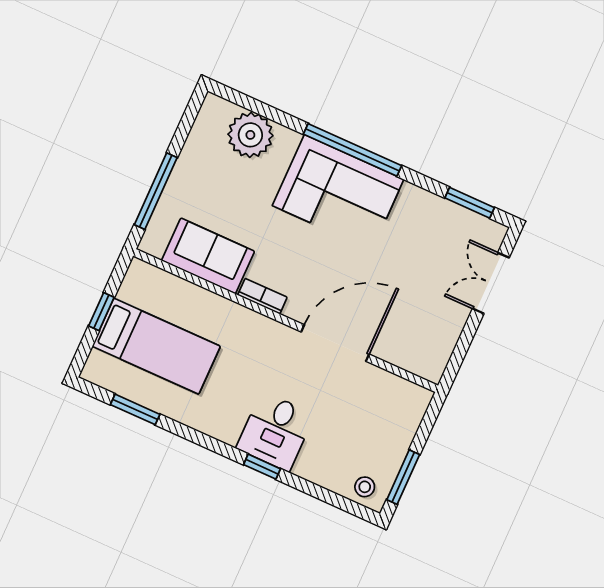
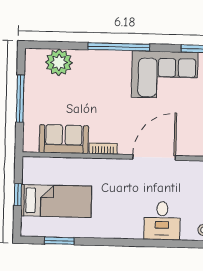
window: (156, 191) -> (20, 99), moved
corner sofa: (338, 192) -> (165, 75), moved
desk: (275, 431) -> (162, 221), moved
window: (262, 467) -> (143, 243), removed

